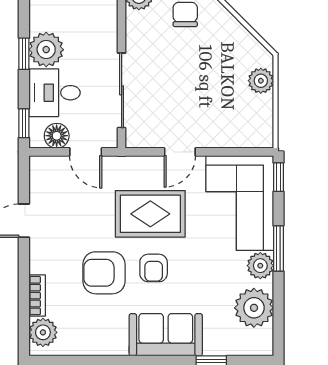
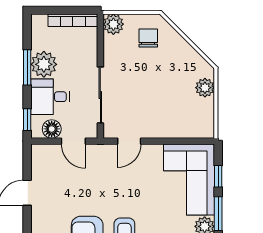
window: (24, 54) -> (27, 67), width x1.50
door: (180, 152) -> (129, 141), moved
window: (278, 177) -> (218, 176), moved
rug: (150, 214) -> (122, 188), removed

